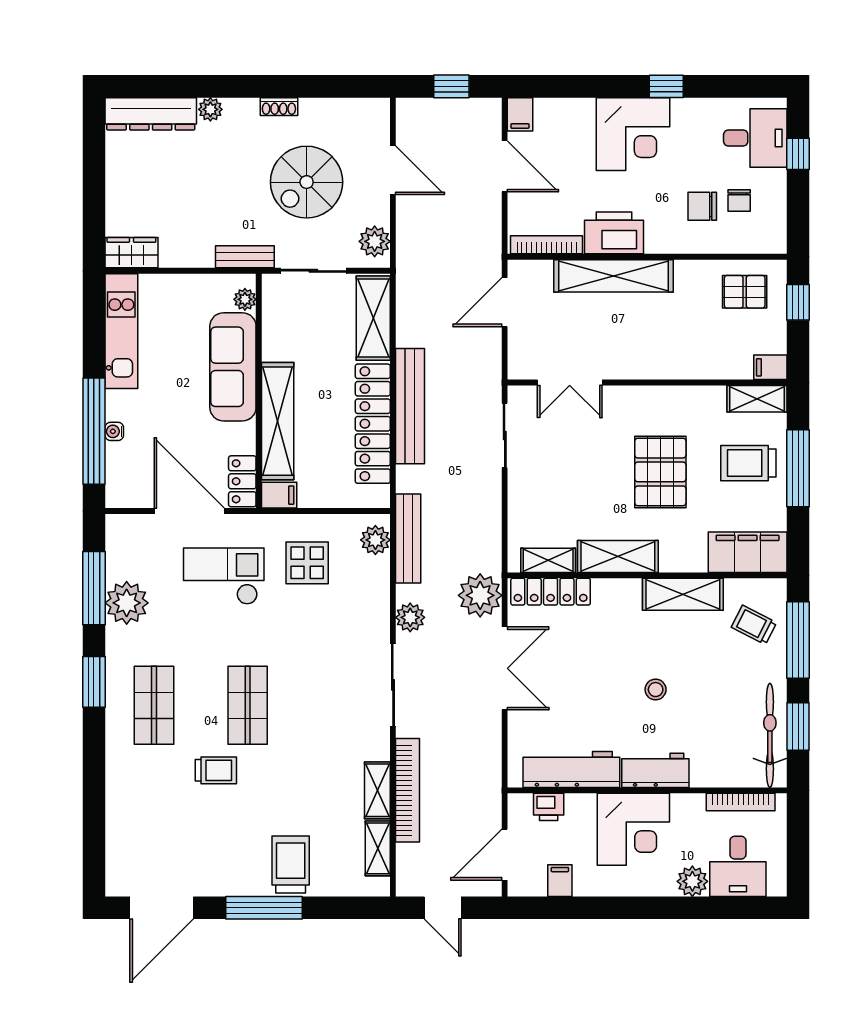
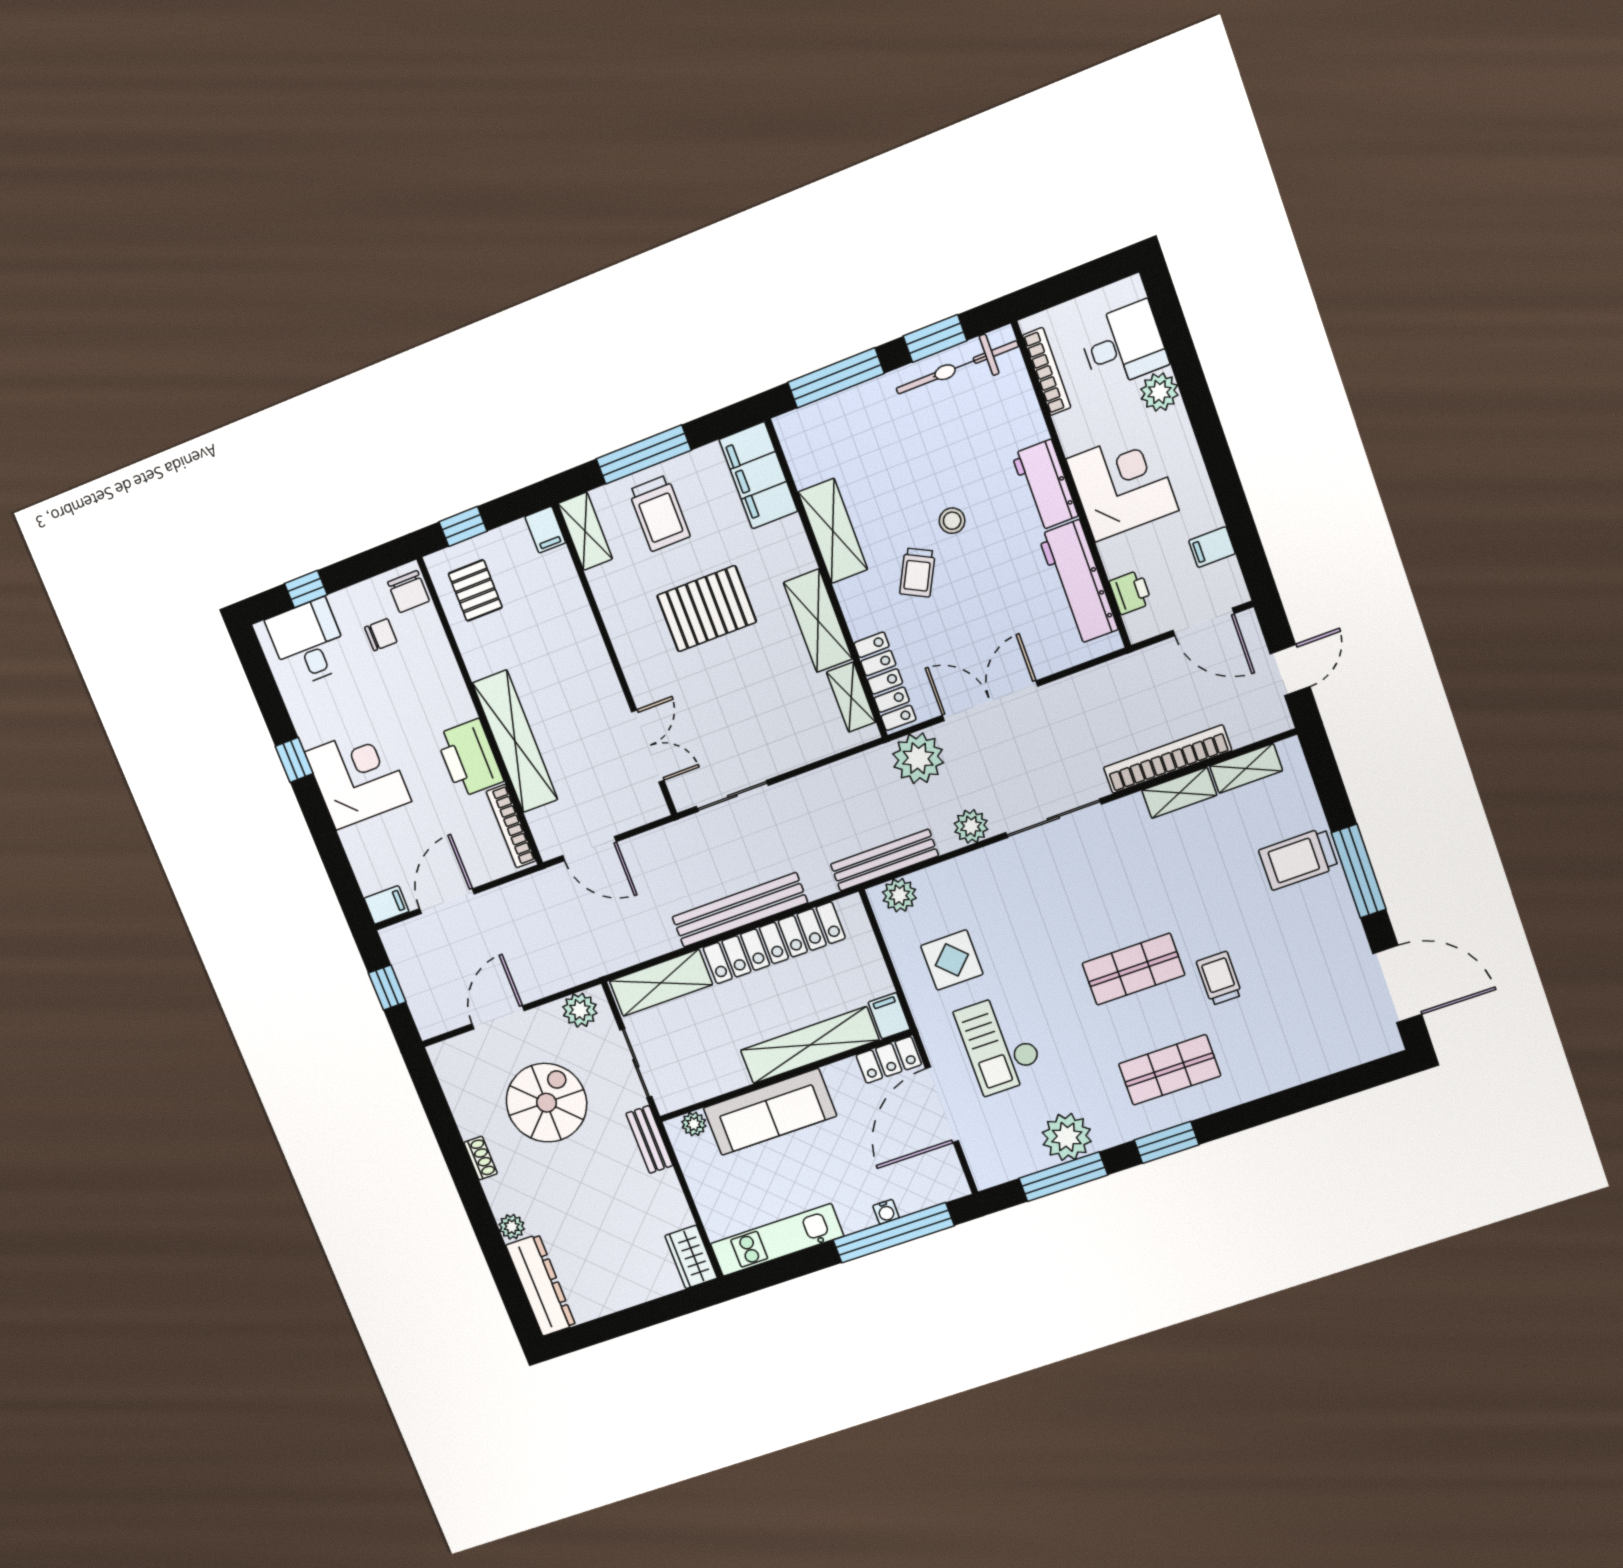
spiral stairs: (307, 182) -> (546, 1103), turned -90
chair: (702, 206) -> (408, 592), moved
trolley: (754, 625) -> (917, 573), moved

